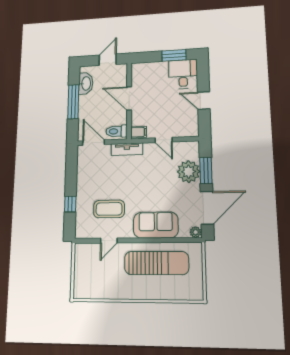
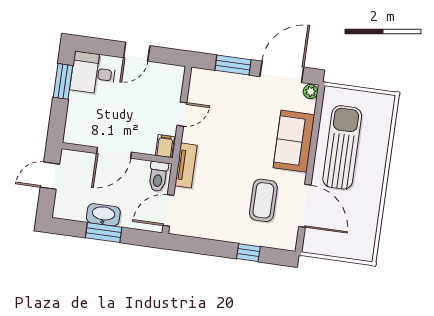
door: (108, 60) -> (50, 176), hinge flipped
washbasin: (86, 83) -> (103, 215), moved
window: (73, 102) -> (104, 233), width x0.69
plant: (189, 172) -> (231, 88), removed
door: (207, 208) -> (282, 72), hinge flipped
door: (109, 241) -> (305, 206), width x1.88

